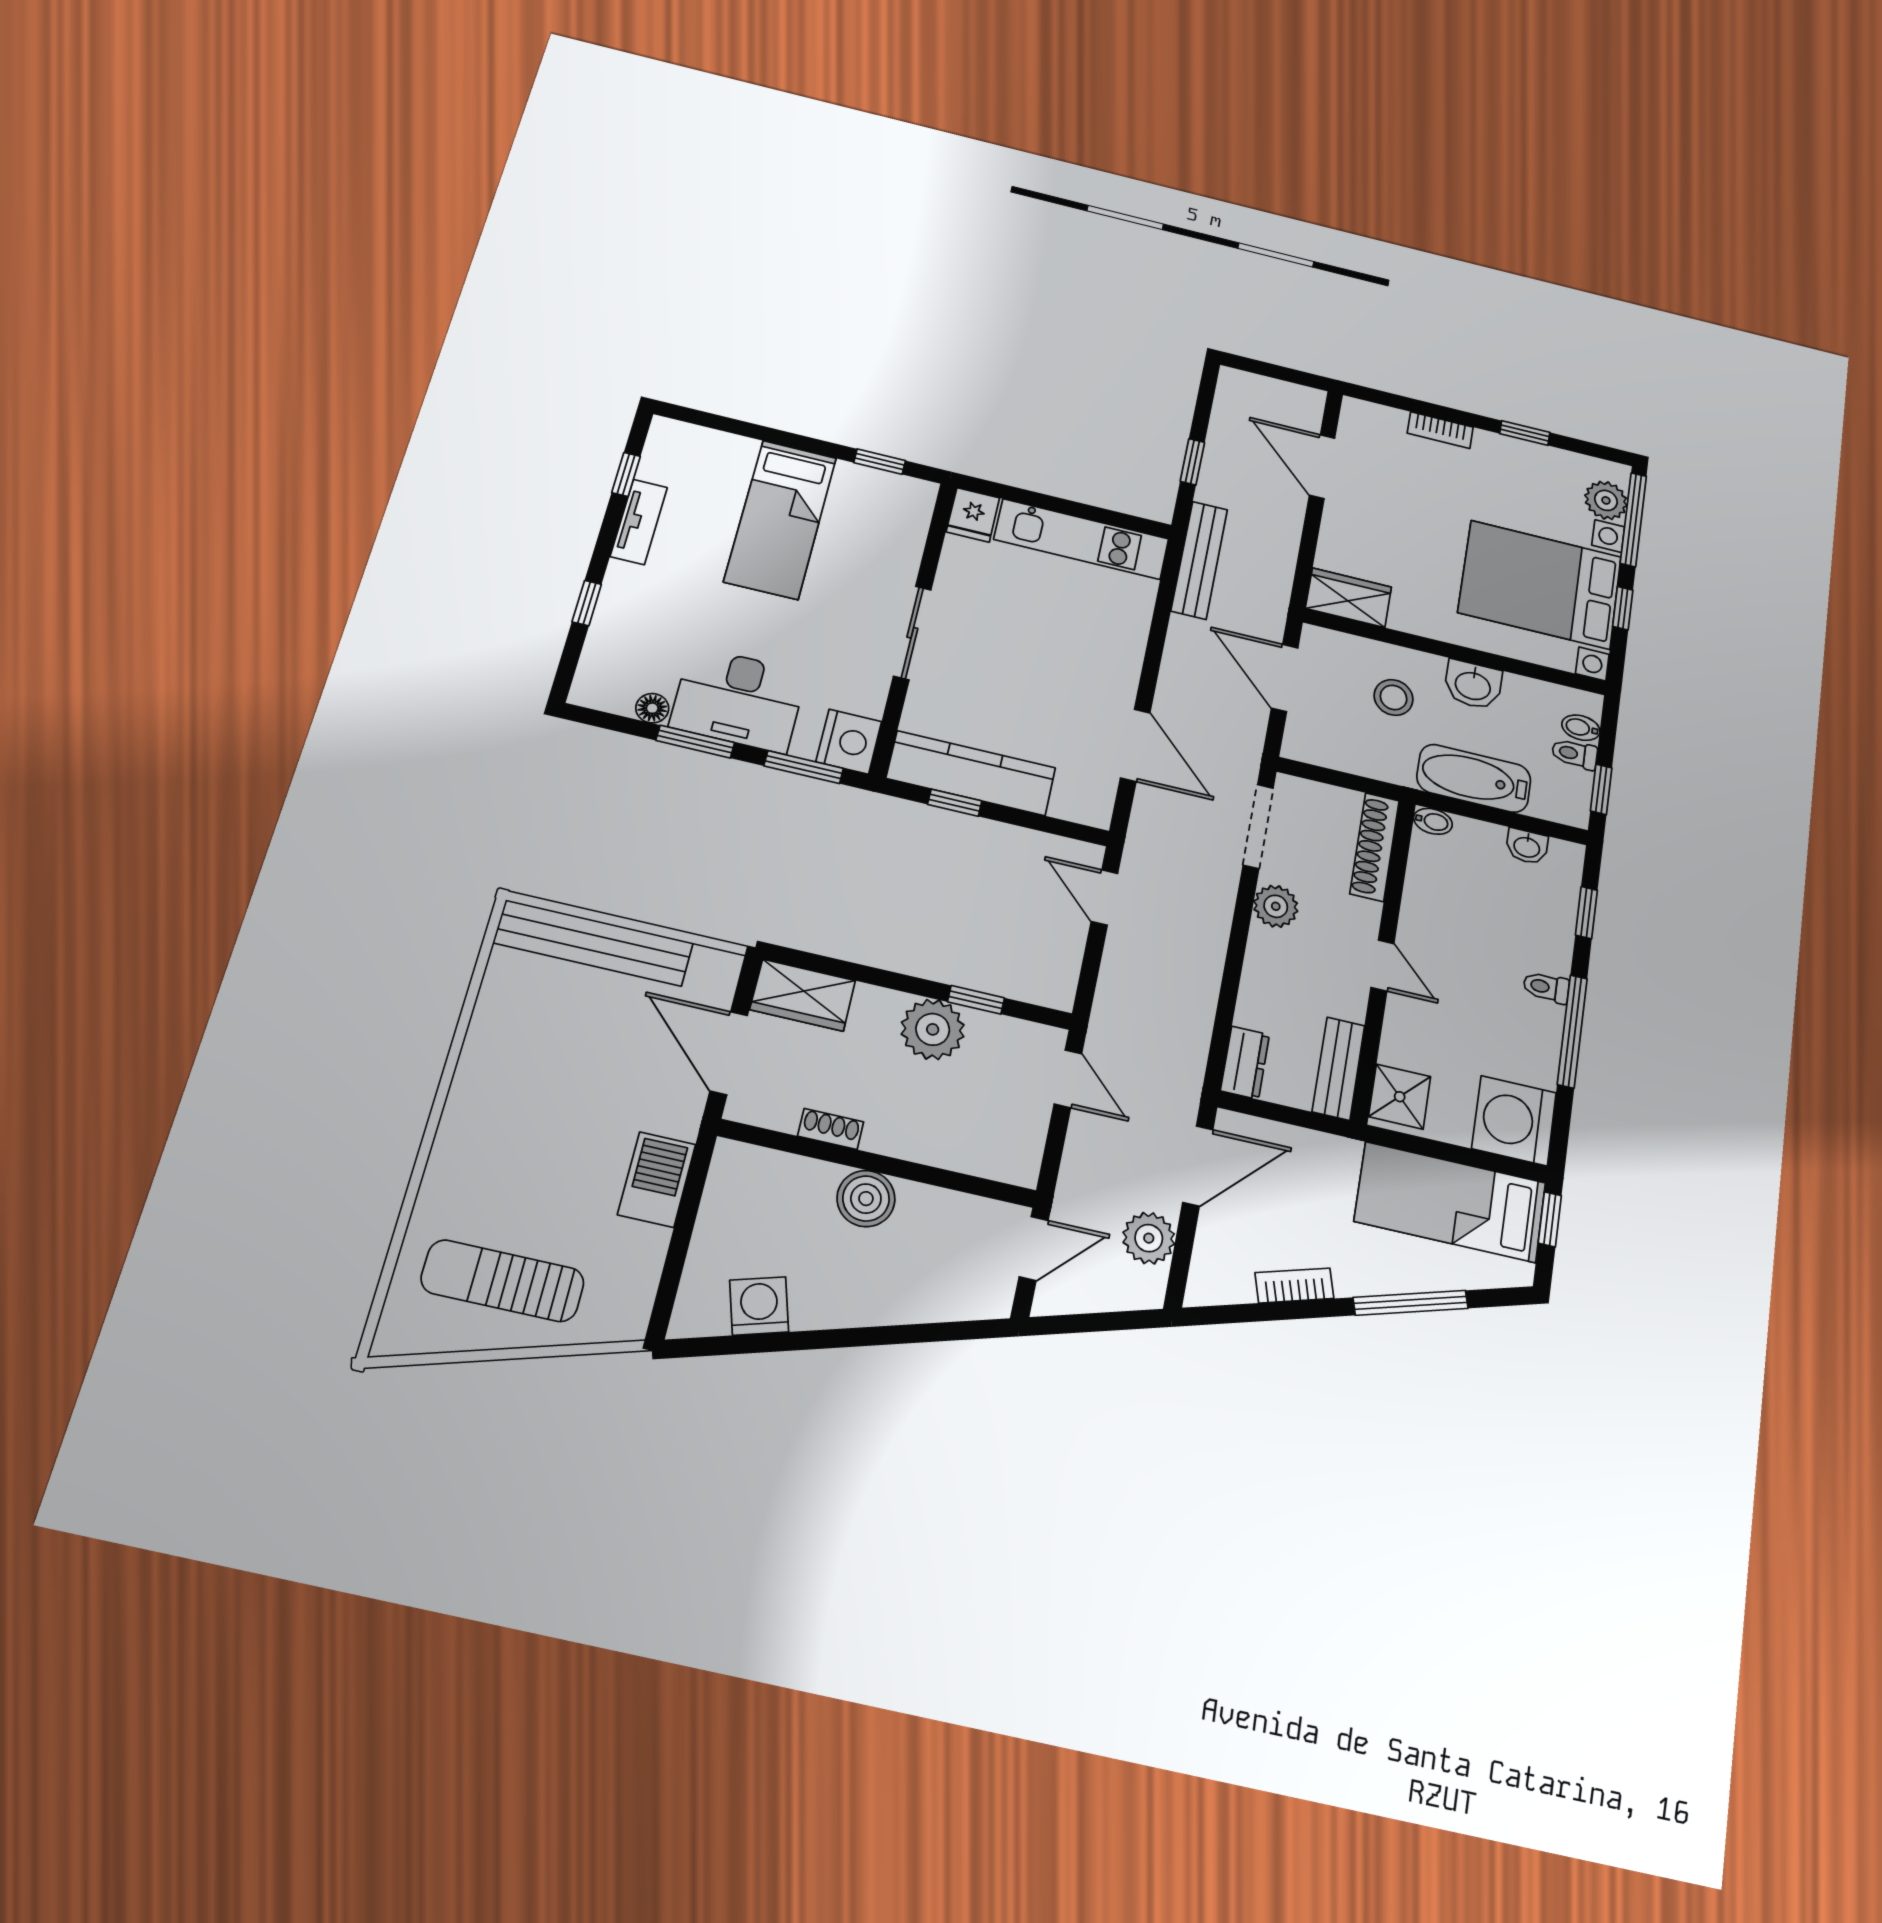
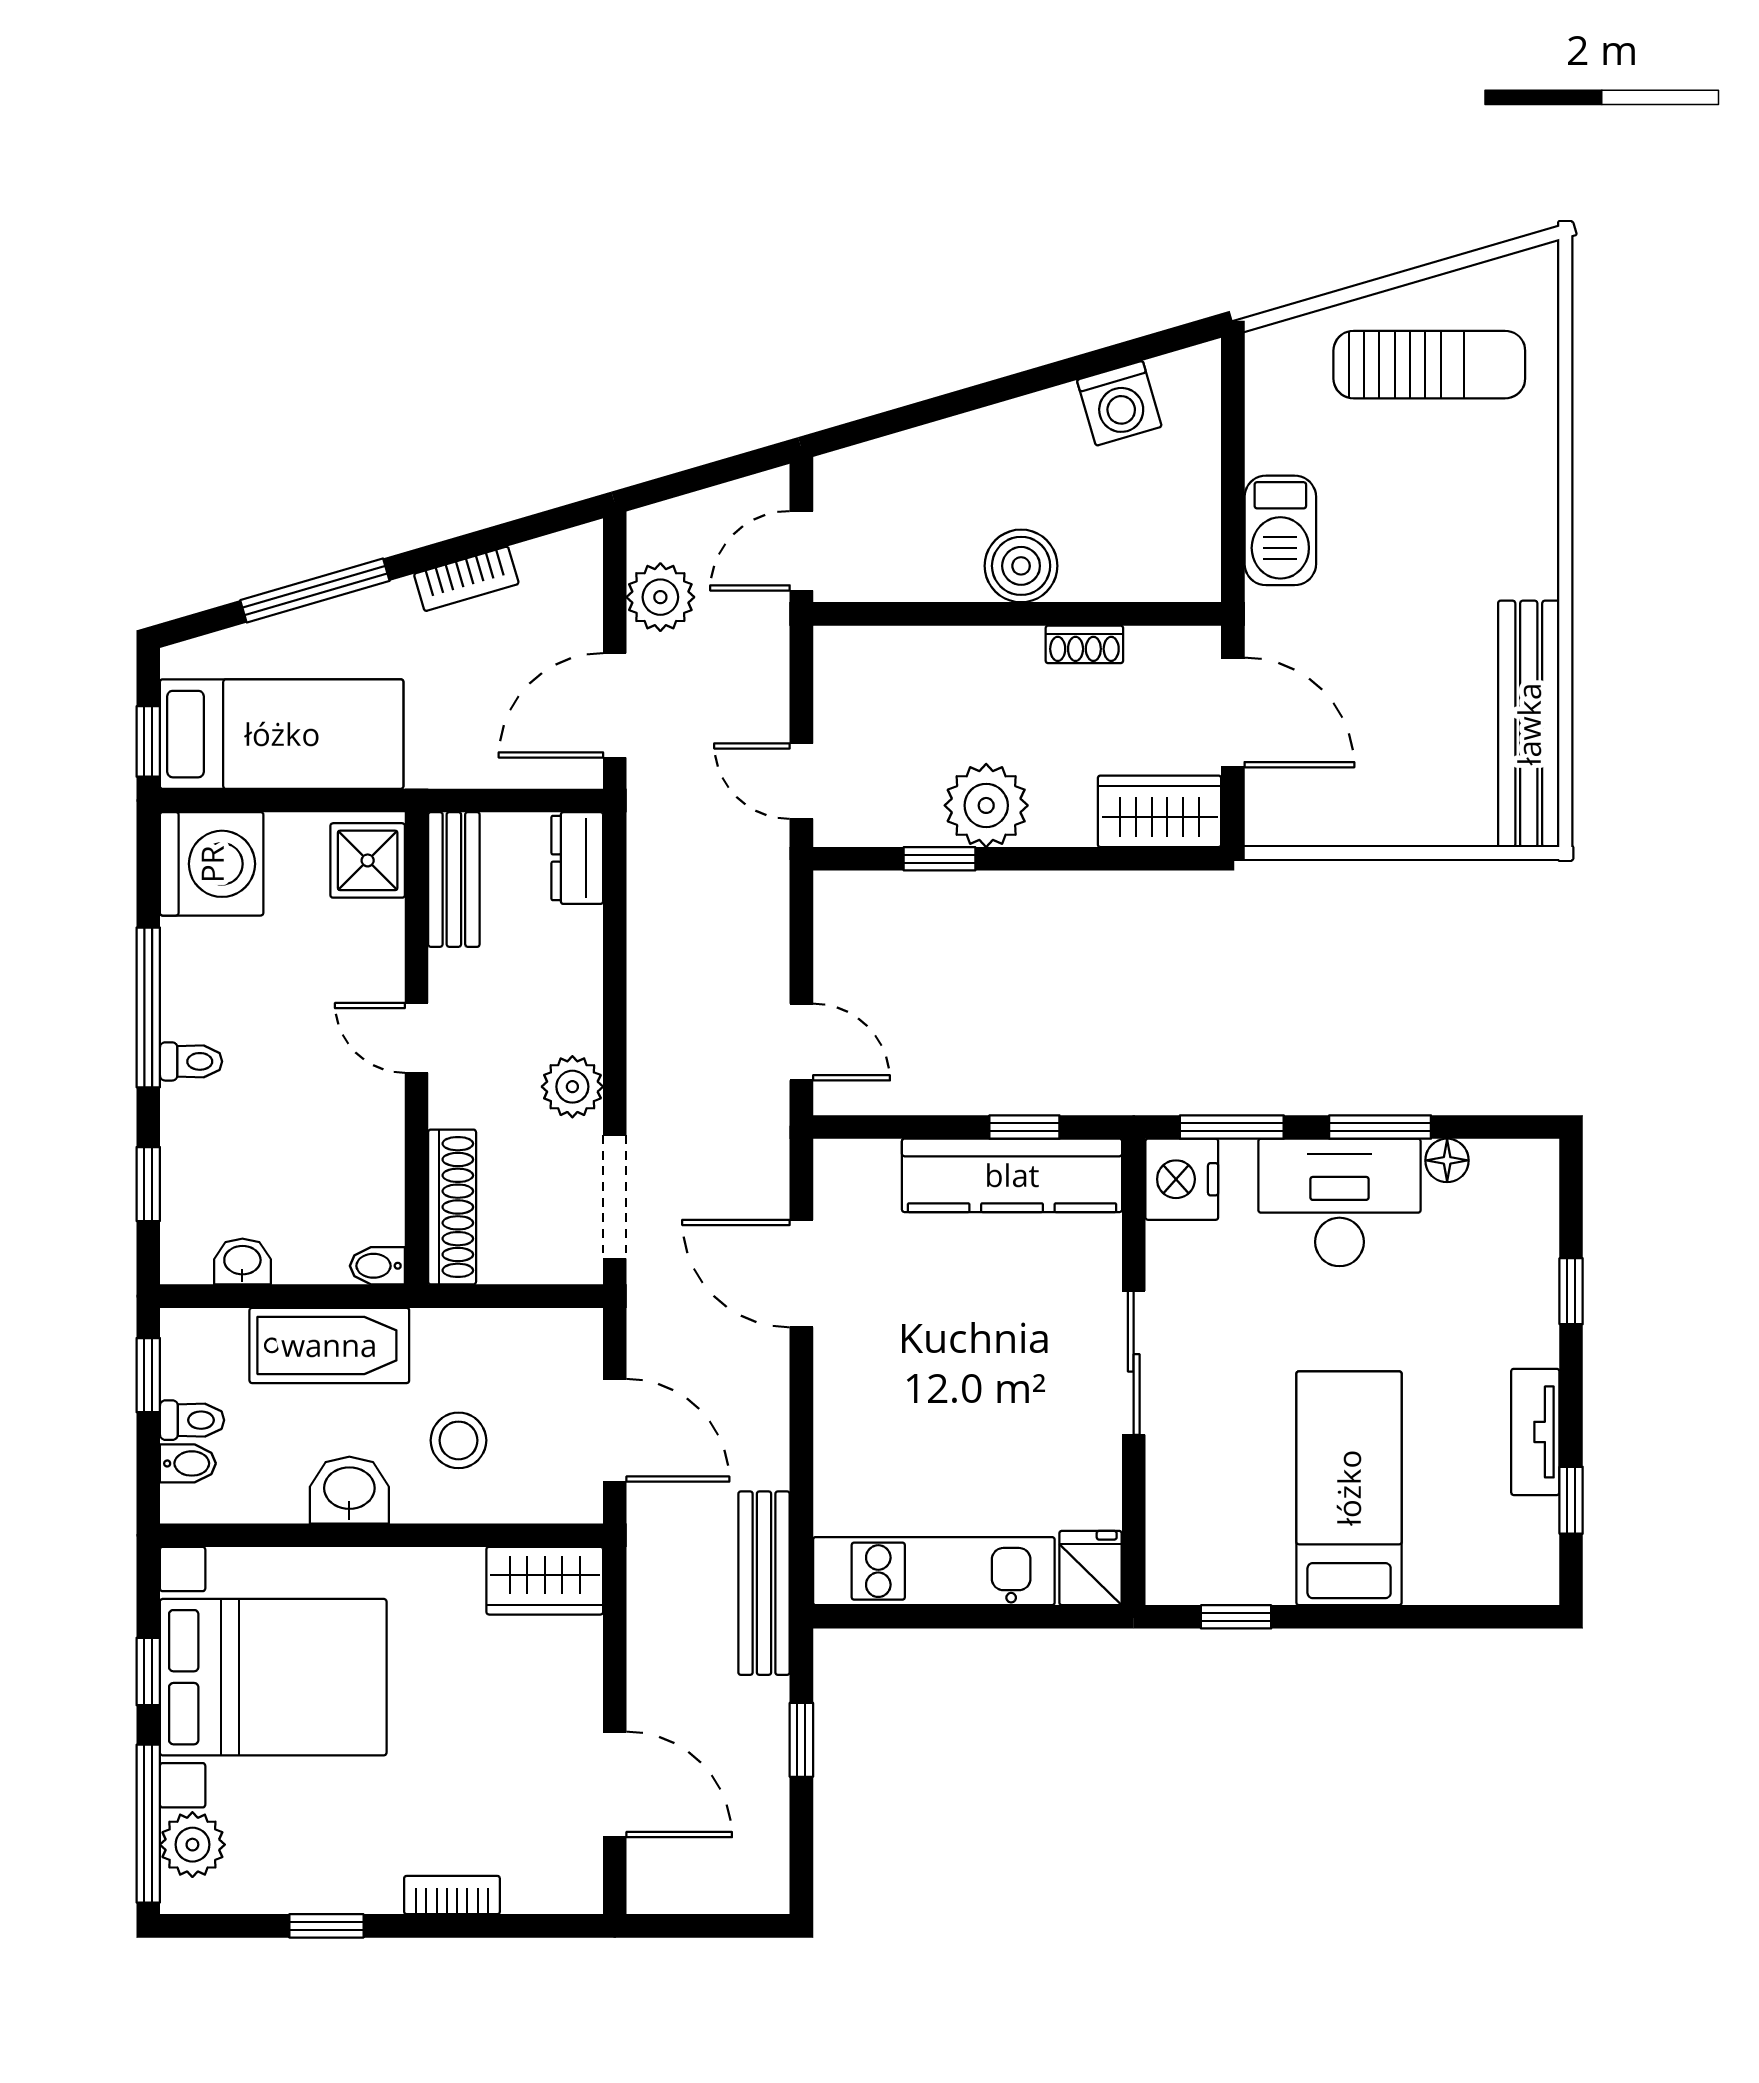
bench: (593, 943) -> (1529, 724), moved, turned 90

